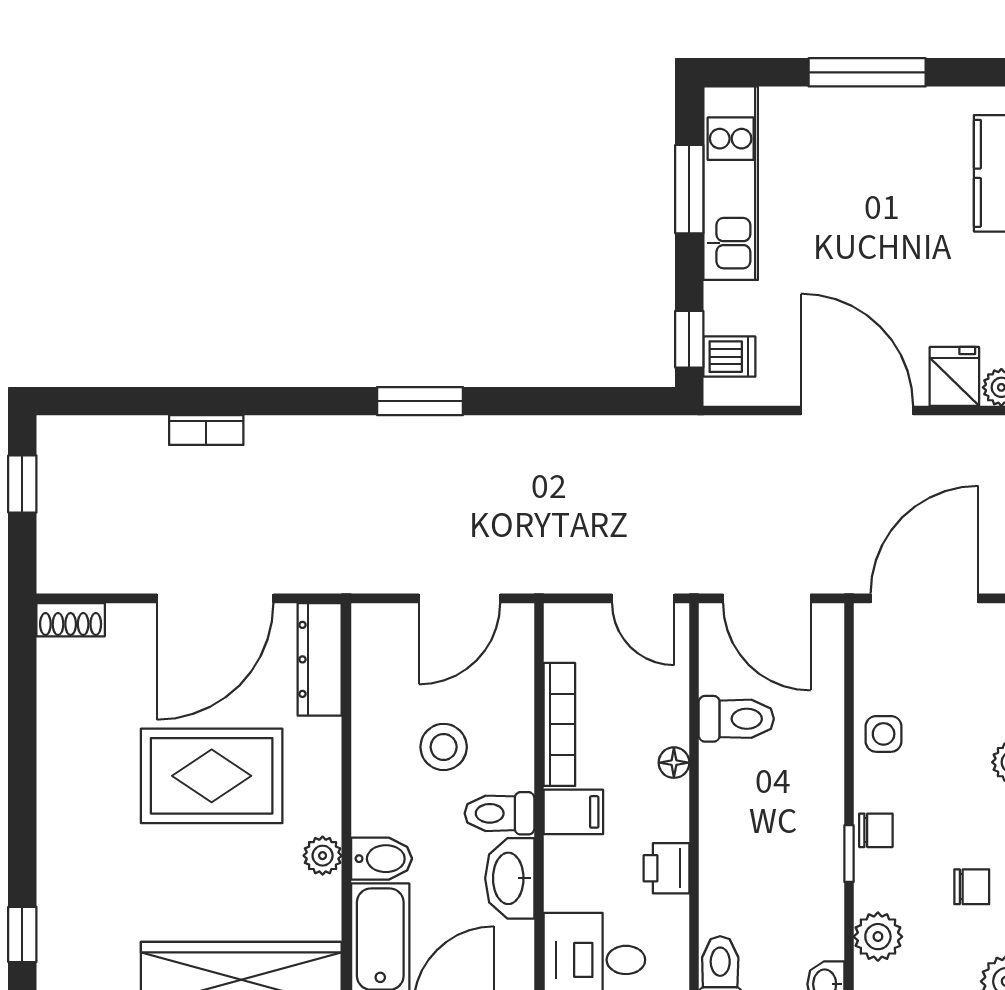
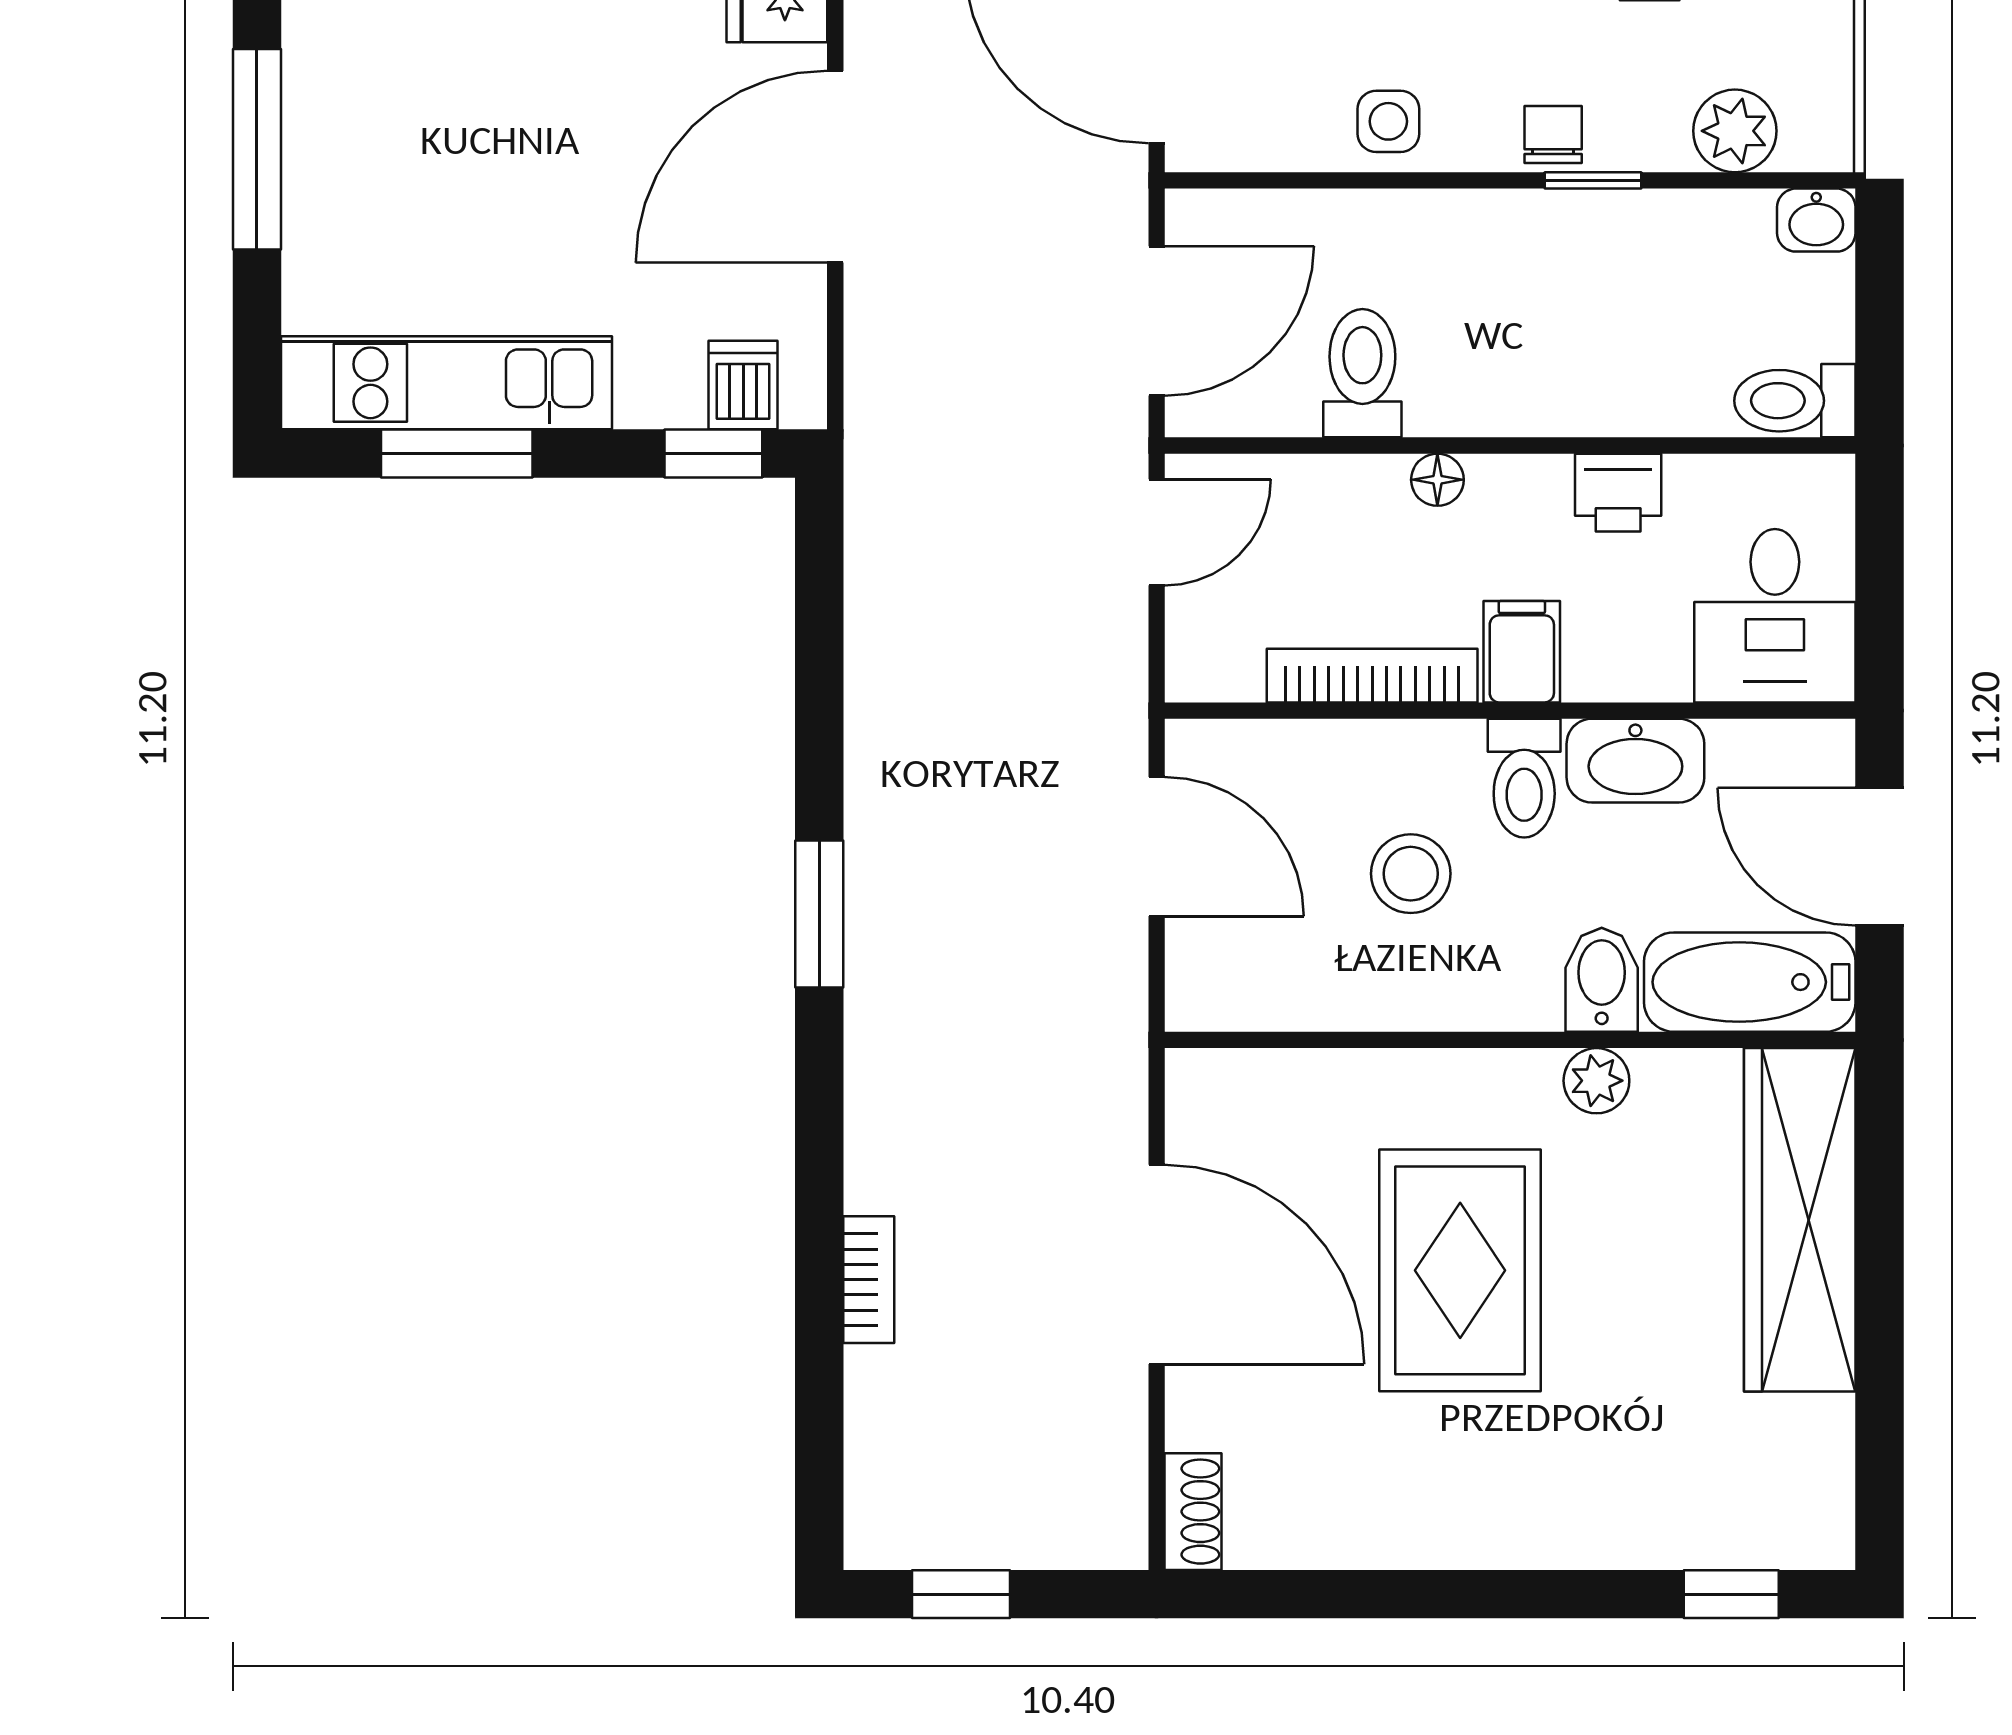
dresser: (320, 659) -> (1261, 1086), removed

